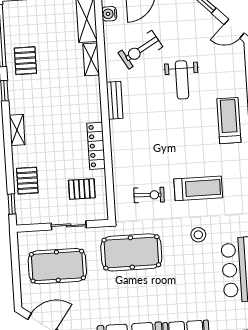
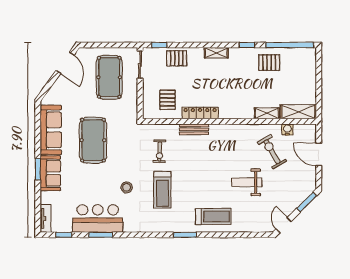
water cooler: (109, 14) -> (287, 129), moved
bench: (115, 100) -> (194, 129), moved
sliding door: (69, 225) -> (140, 65), moved
pool table: (131, 252) -> (93, 140), moved

